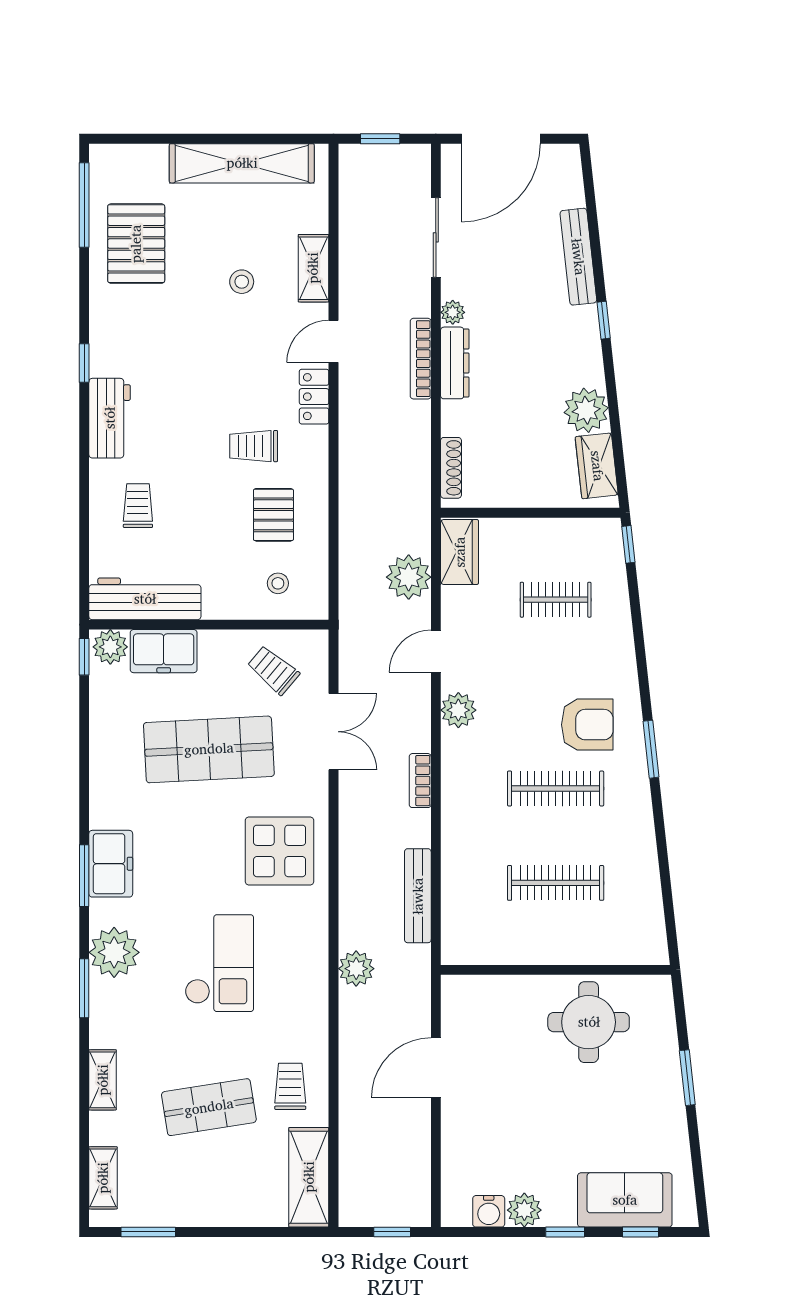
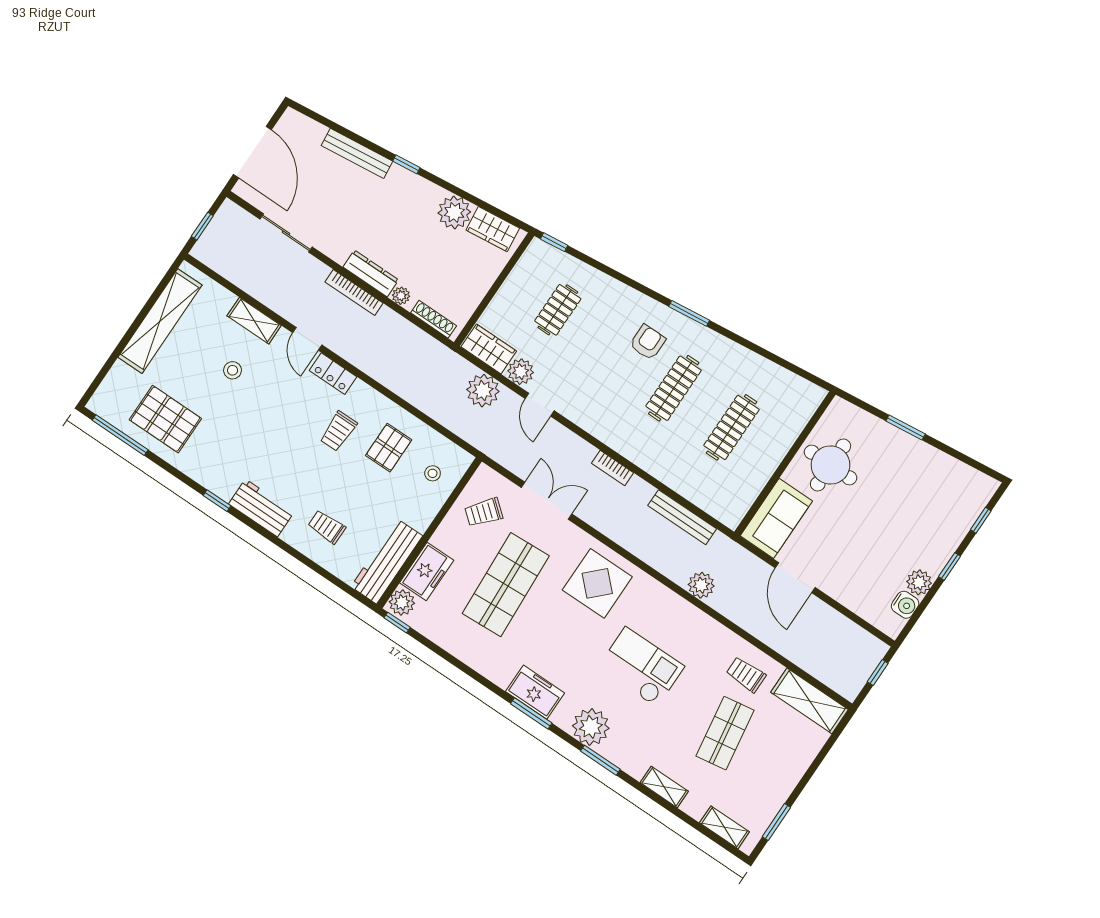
plant: (453, 312) -> (401, 296), moved
pallet: (273, 515) -> (389, 448), turned 90
plant: (458, 710) -> (521, 372), moved
armchair: (587, 725) -> (648, 342), width x0.72, depth x0.72
sofa: (625, 1200) -> (776, 518), moved, turned 180

